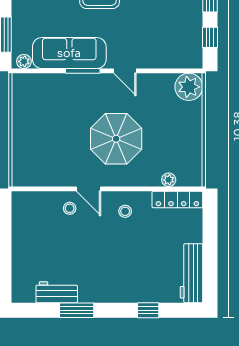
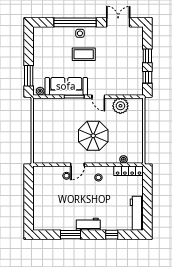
plant: (189, 87) -> (120, 106), moved
door: (89, 189) -> (77, 165), hinge flipped
workbench: (57, 292) -> (88, 224), moved

